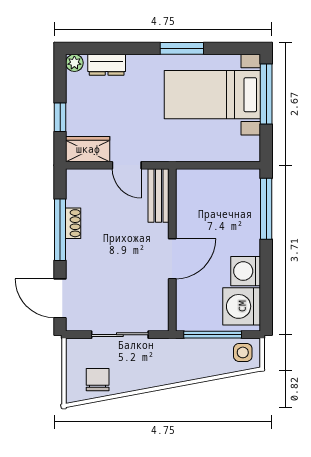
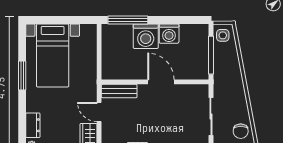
window: (266, 94) -> (52, 20), removed
door: (127, 165) -> (99, 112), swing flipped
washing machine: (242, 306) -> (146, 36), moved
chair: (98, 380) -> (241, 131), turned -90

